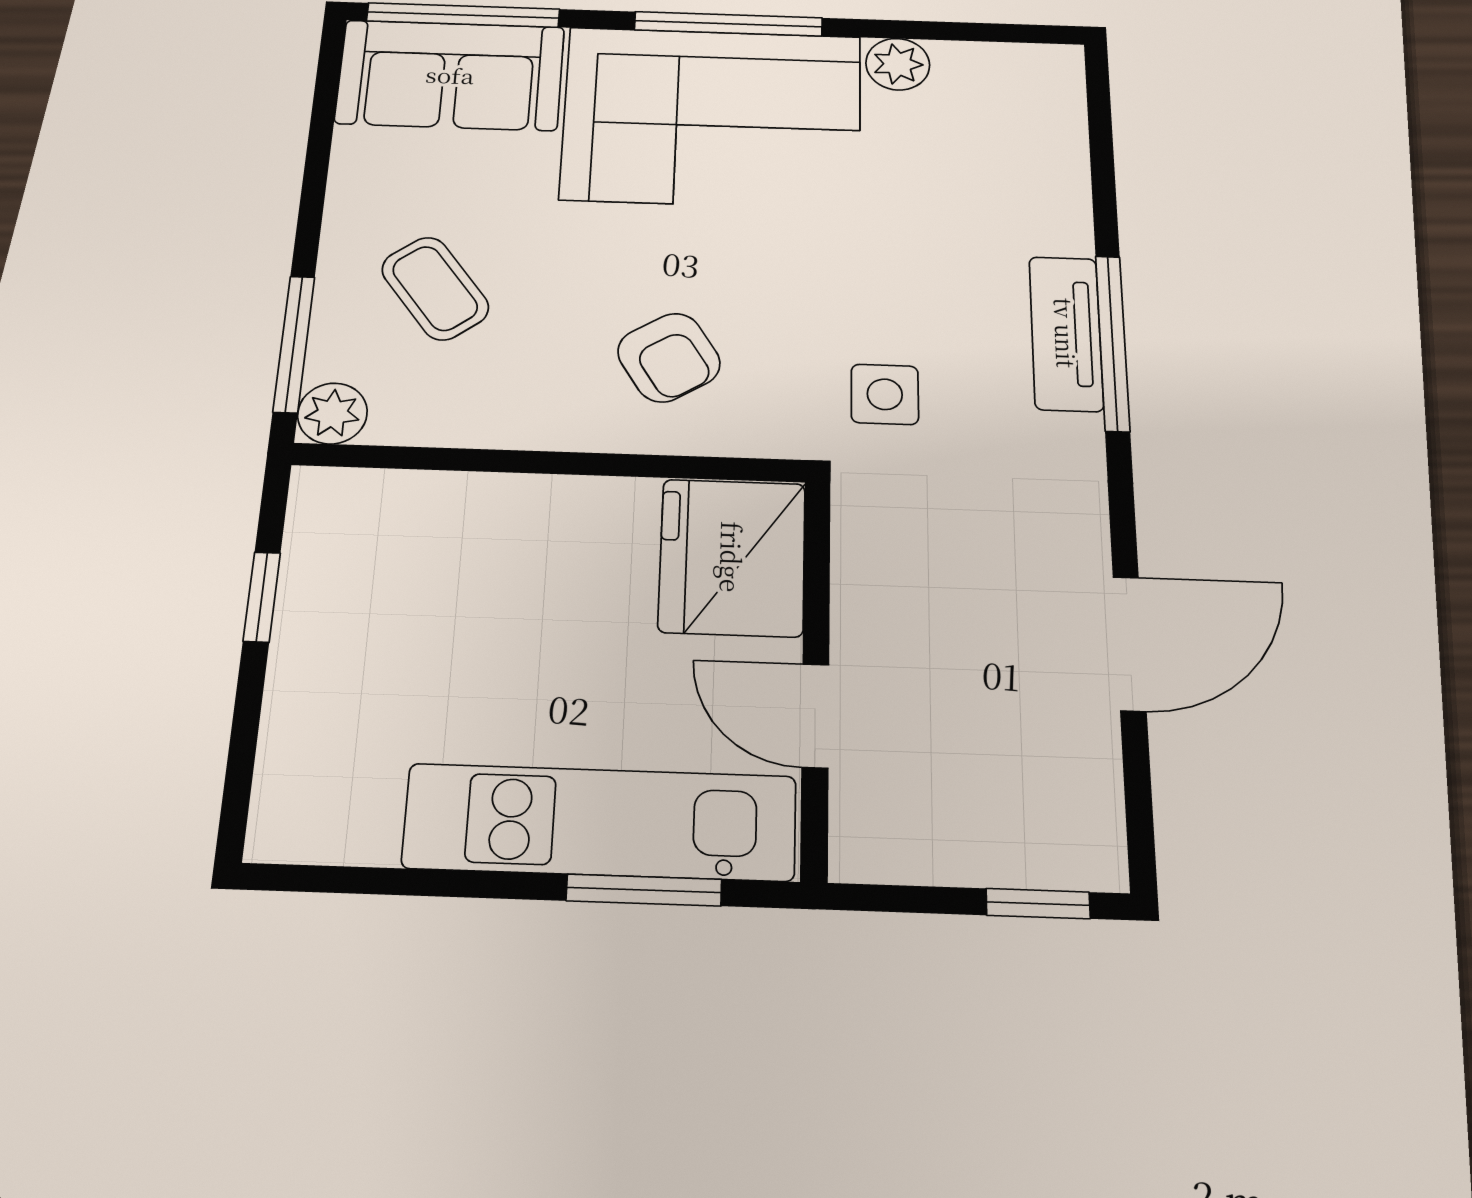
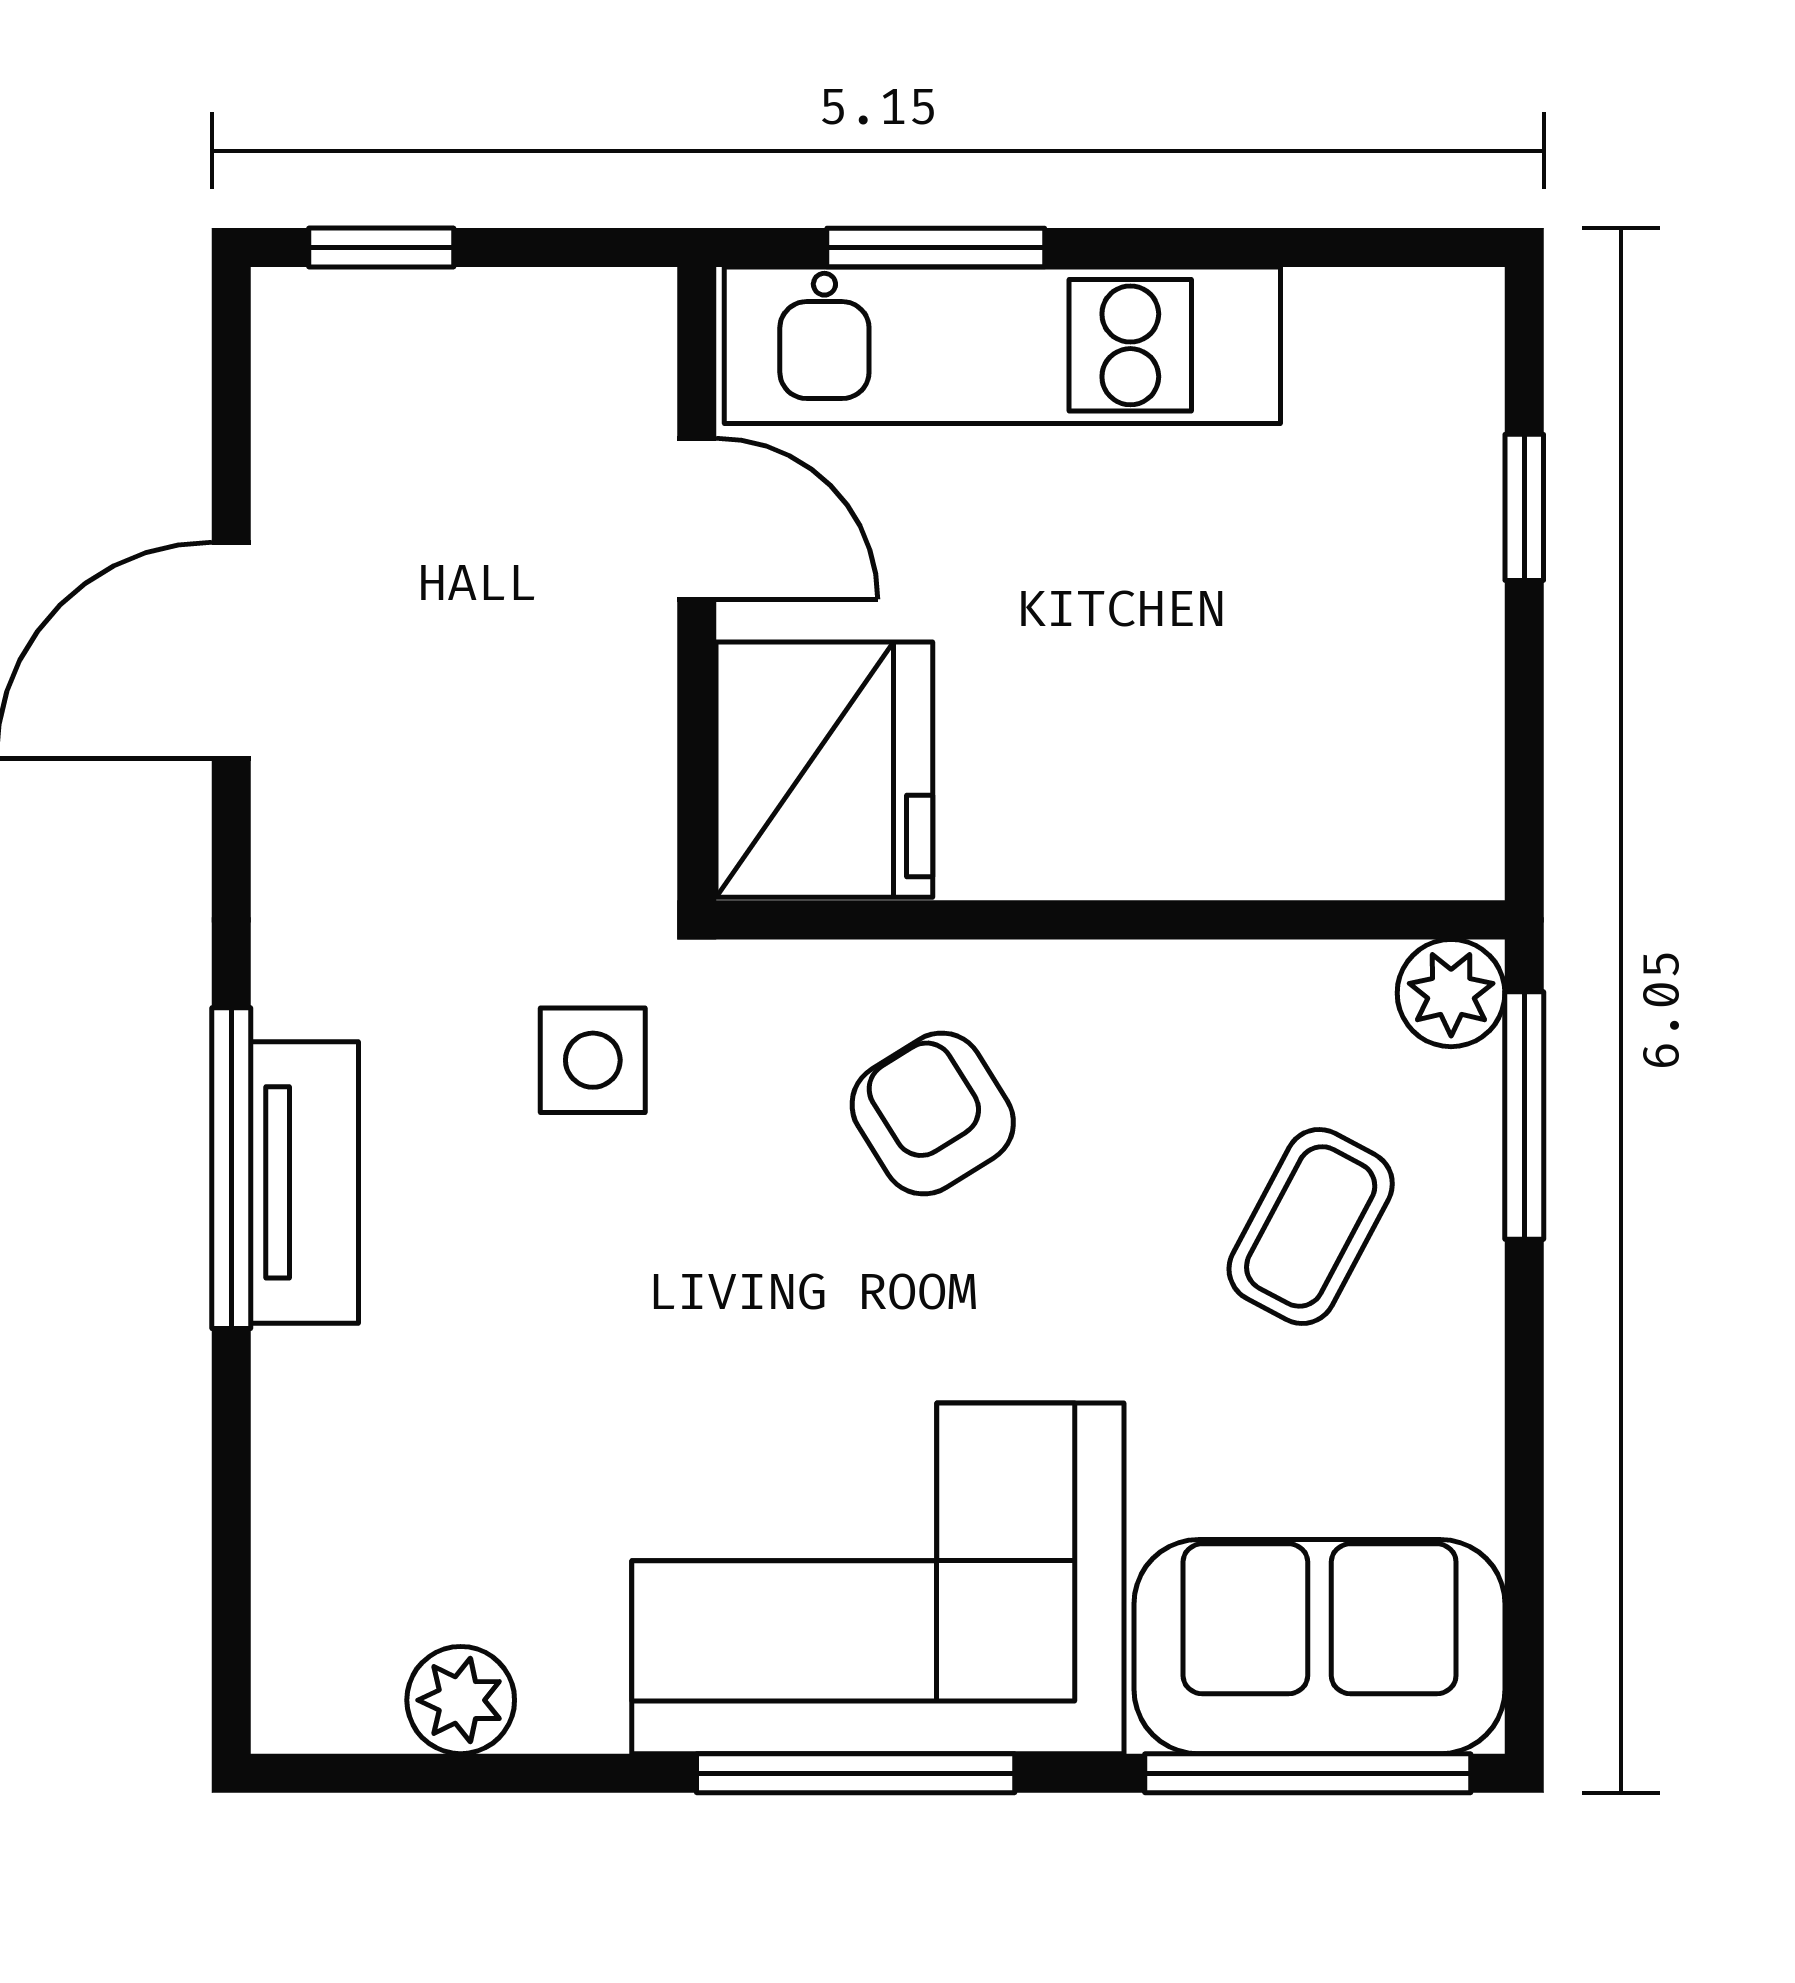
plant: (898, 64) -> (461, 1700), moved
coffee table: (435, 288) -> (1311, 1226), turned 65
window: (262, 597) -> (1524, 507), moved

